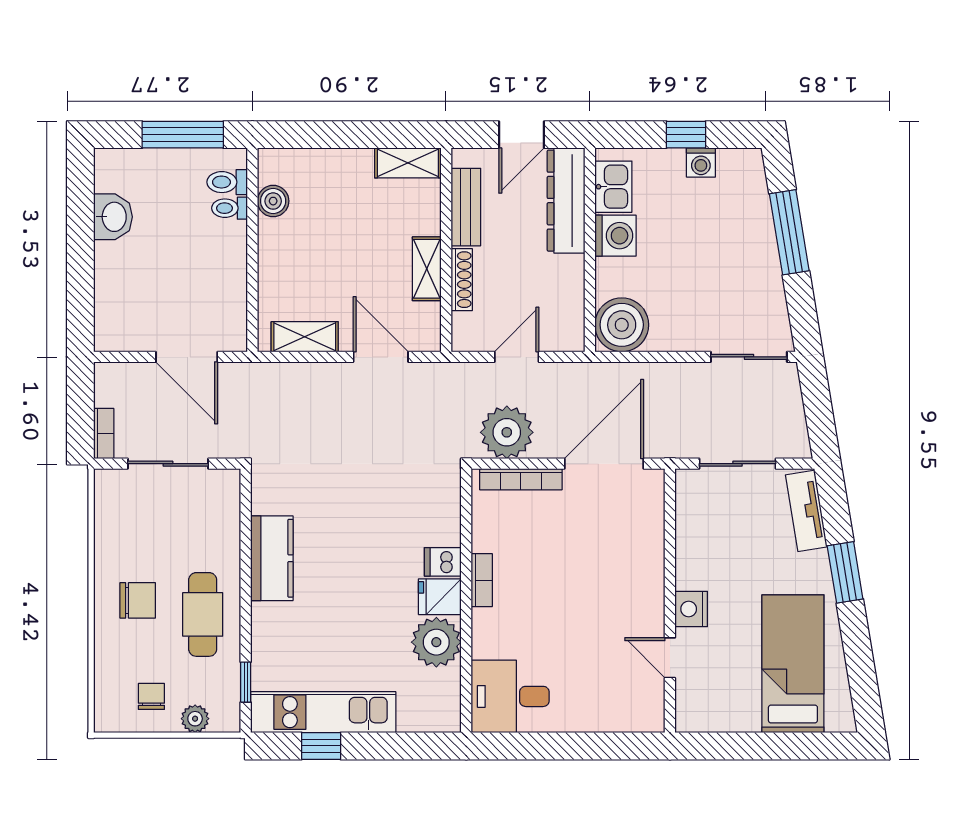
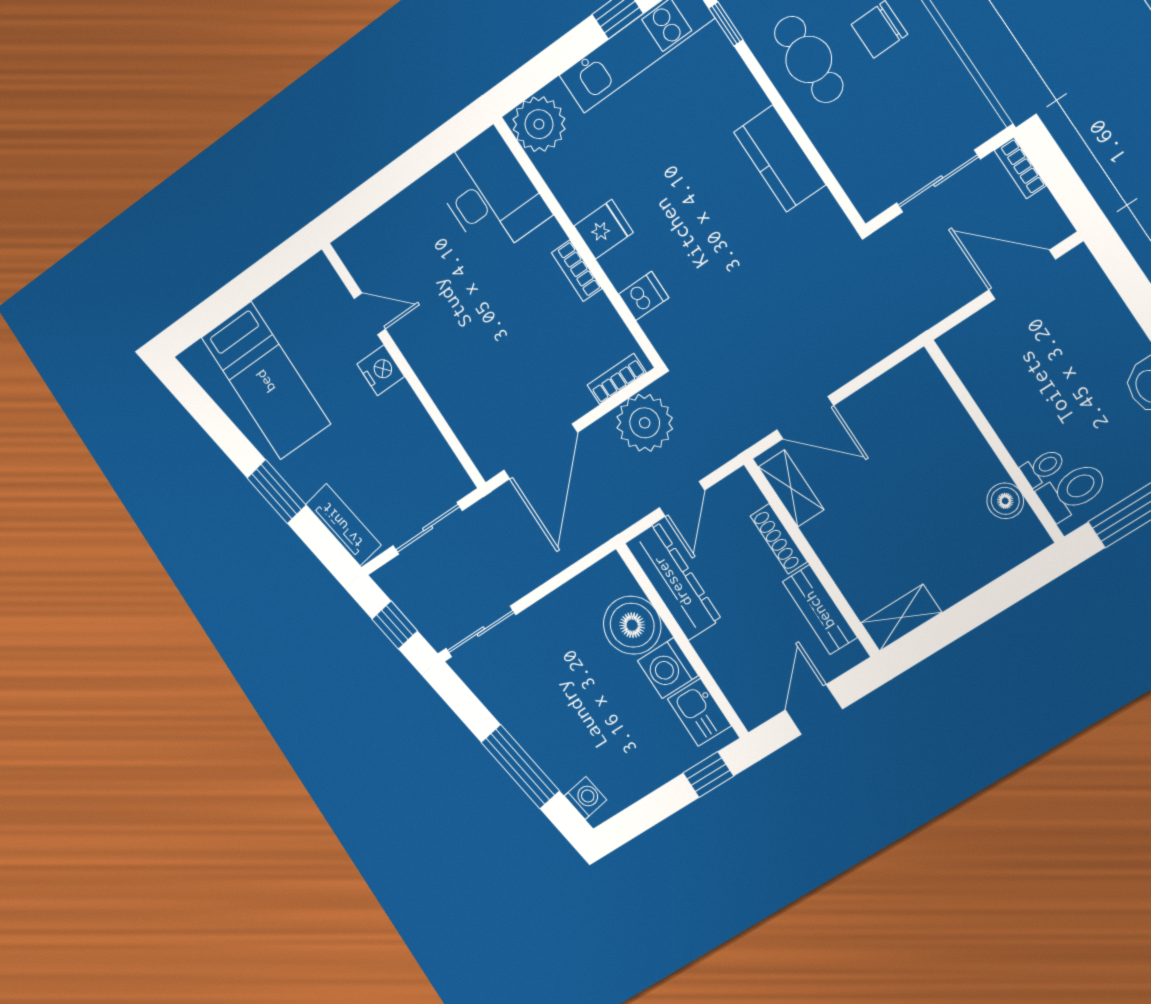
window: (686, 135) -> (708, 775), moved
washing machine: (701, 163) -> (586, 798), moved, turned 81
toilet: (227, 182) -> (1073, 491), width x1.37, depth x1.39
dresser: (566, 201) -> (673, 581), moved
shelving: (427, 269) -> (791, 488), moved
boiler: (622, 325) -> (632, 625), moved
shelving: (305, 337) -> (889, 390), removed
door: (187, 357) -> (1022, 275), moved
window: (818, 406) -> (395, 625), added
bookcase: (521, 479) -> (617, 379), width x0.64
dishwasher: (443, 562) -> (644, 296), moved
plant: (436, 642) -> (539, 124), moved
desk: (510, 696) -> (490, 193), width x1.37

